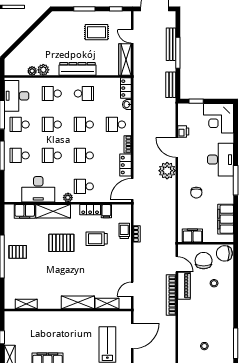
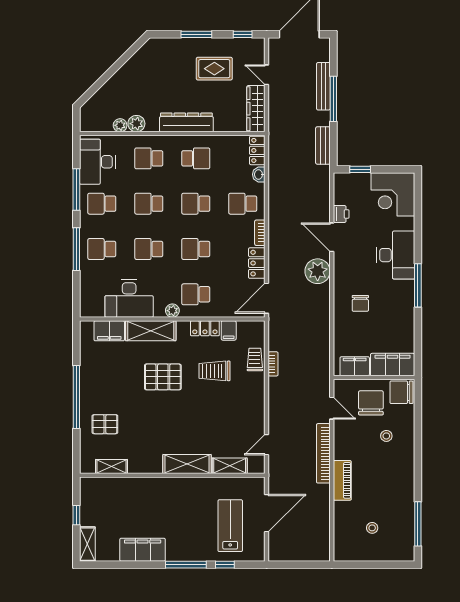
filing cabinet: (226, 219) -> (393, 365), moved, turned 90
pallet: (18, 252) -> (105, 424), moved
piano: (184, 286) -> (342, 480), moved

